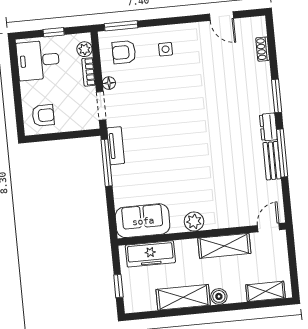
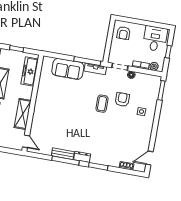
door: (221, 16) -> (149, 158), moved
armchair: (124, 52) -> (122, 99), moved
coffee table: (170, 119) -> (102, 104), added
sofa: (143, 221) -> (68, 69), moved, turned 90
plant: (194, 222) -> (41, 101), removed

